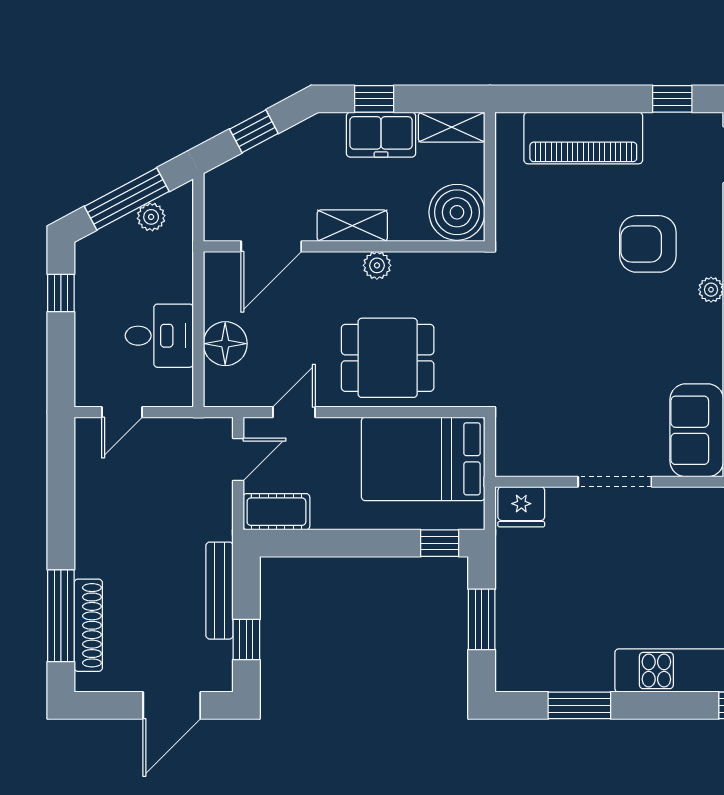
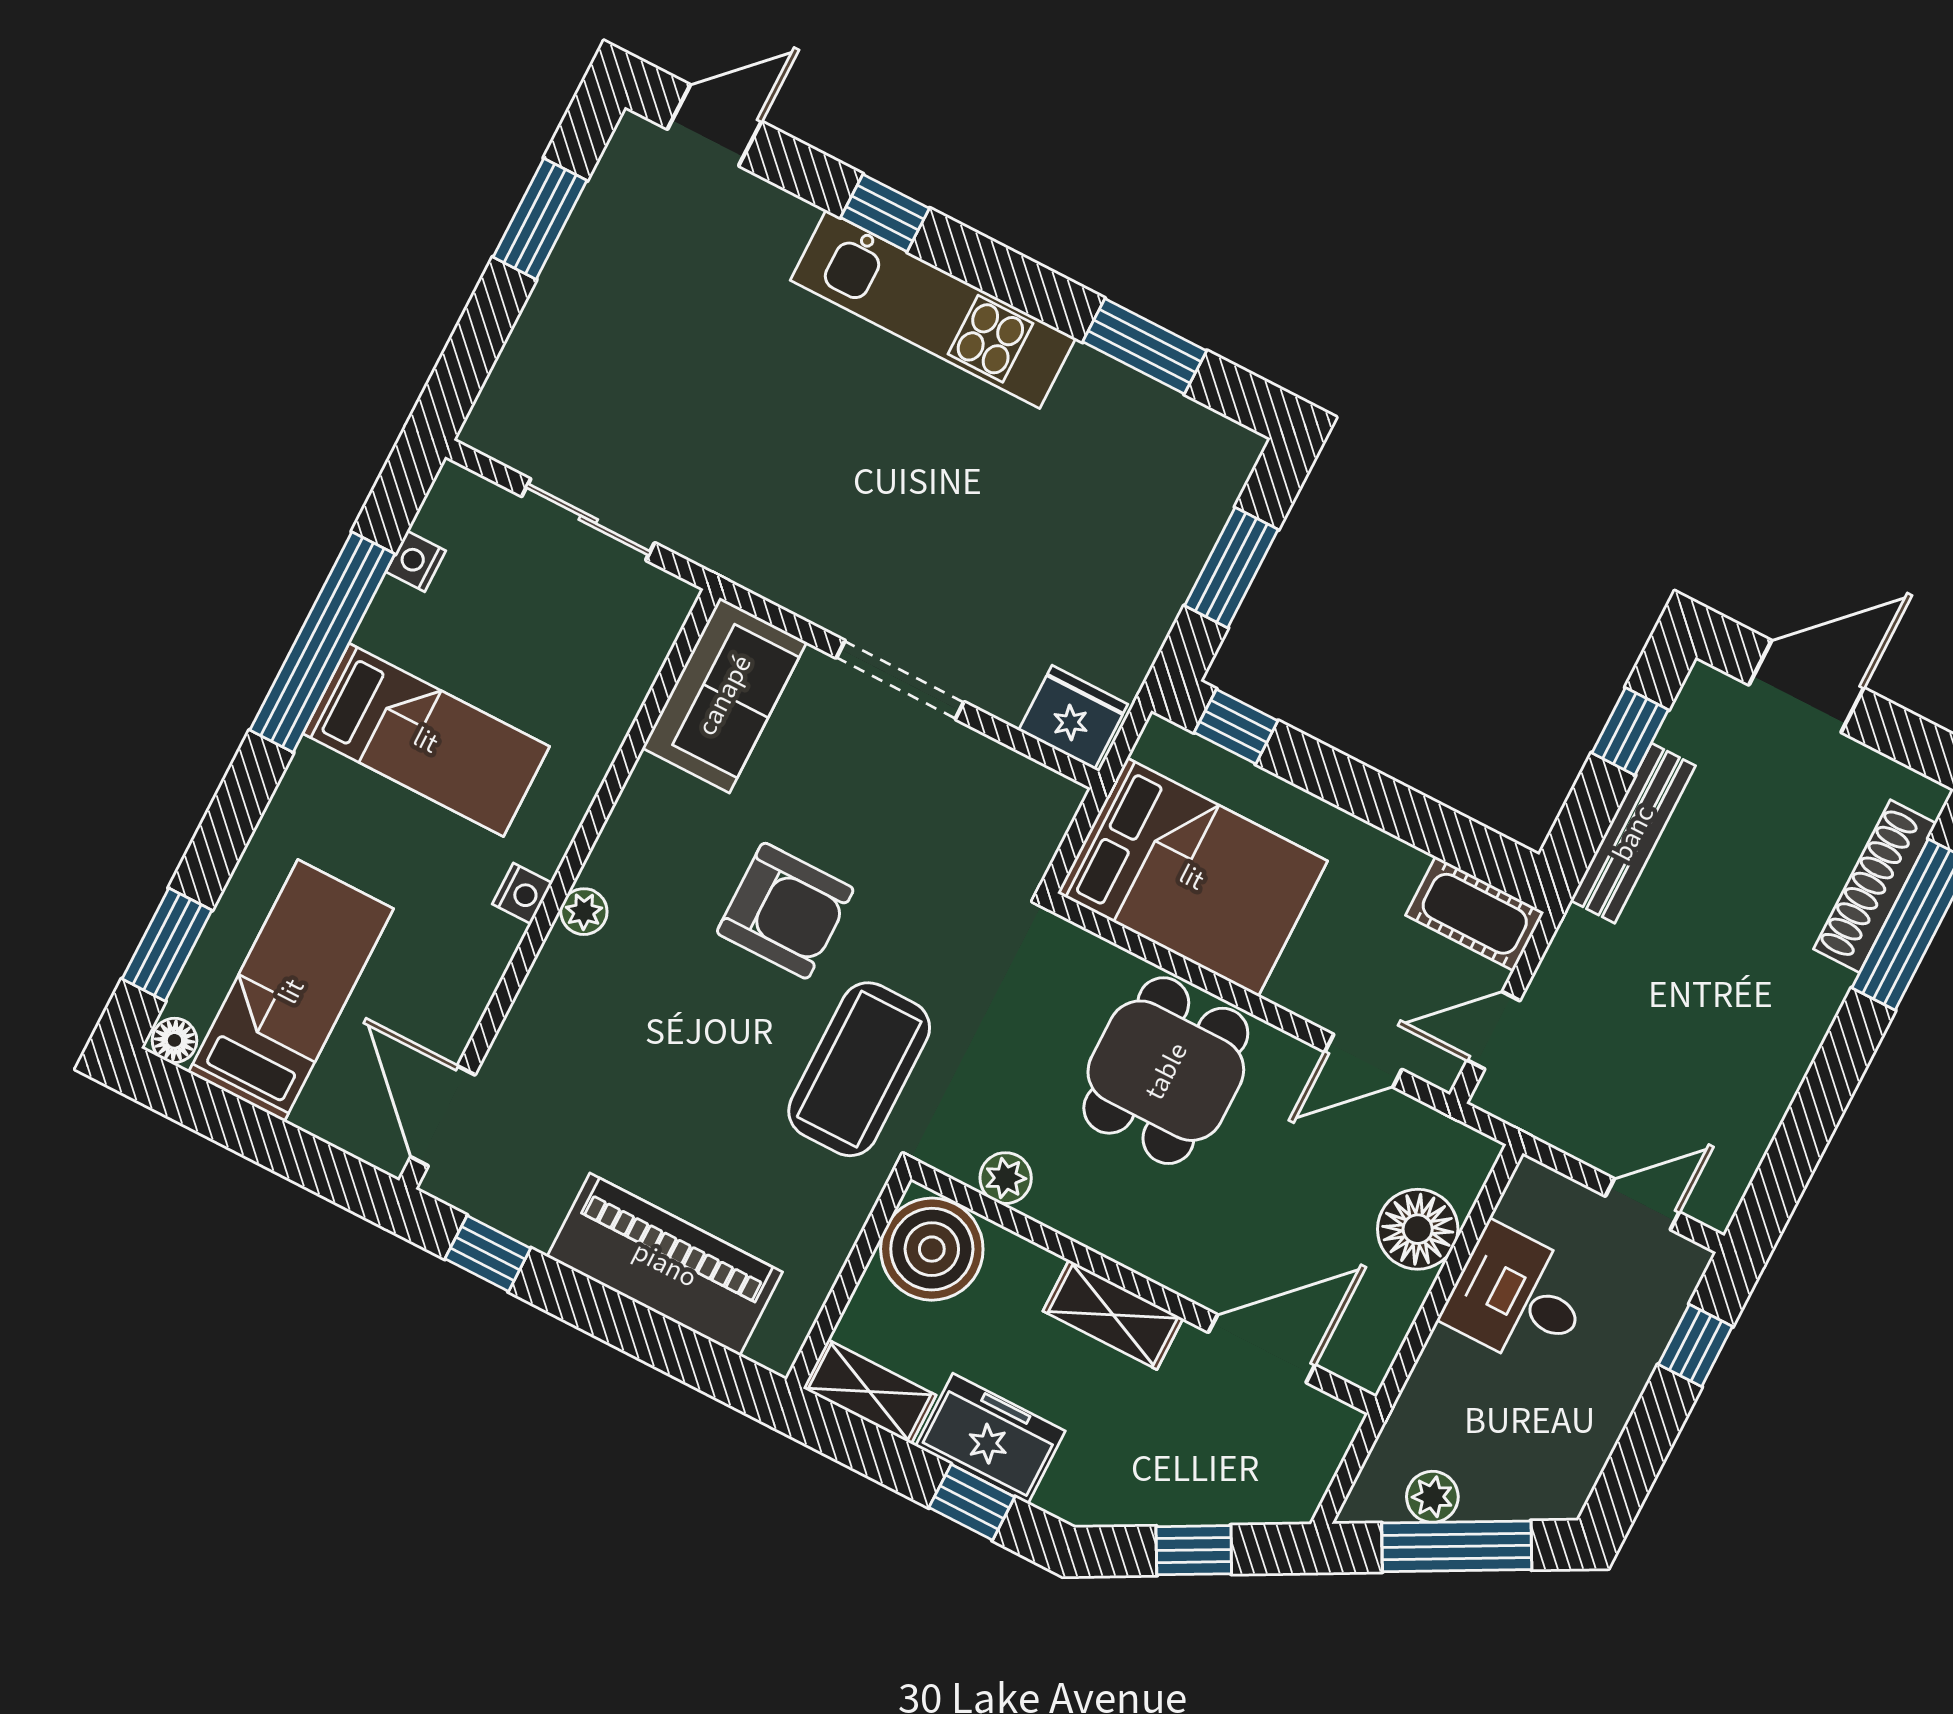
armchair: (648, 244) -> (785, 911), moved
plant: (377, 265) -> (1006, 1178), moved
coffee table: (537, 282) -> (859, 1069), added
window: (61, 293) -> (1695, 1345), moved
dining table: (388, 358) -> (1166, 1071), turned 90

